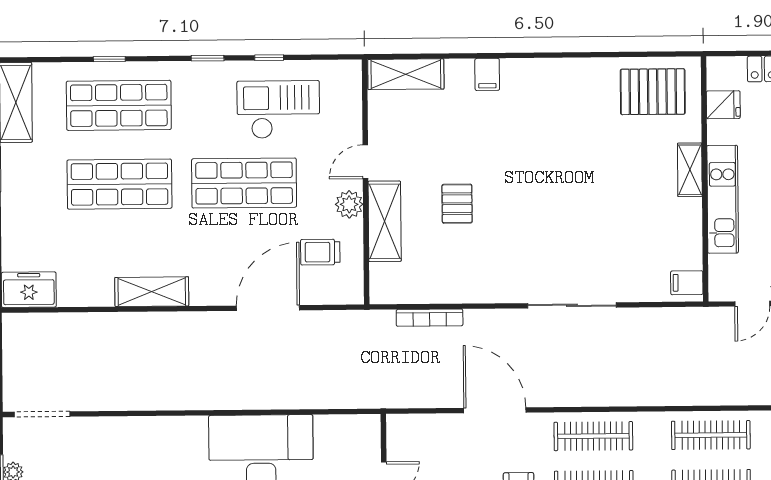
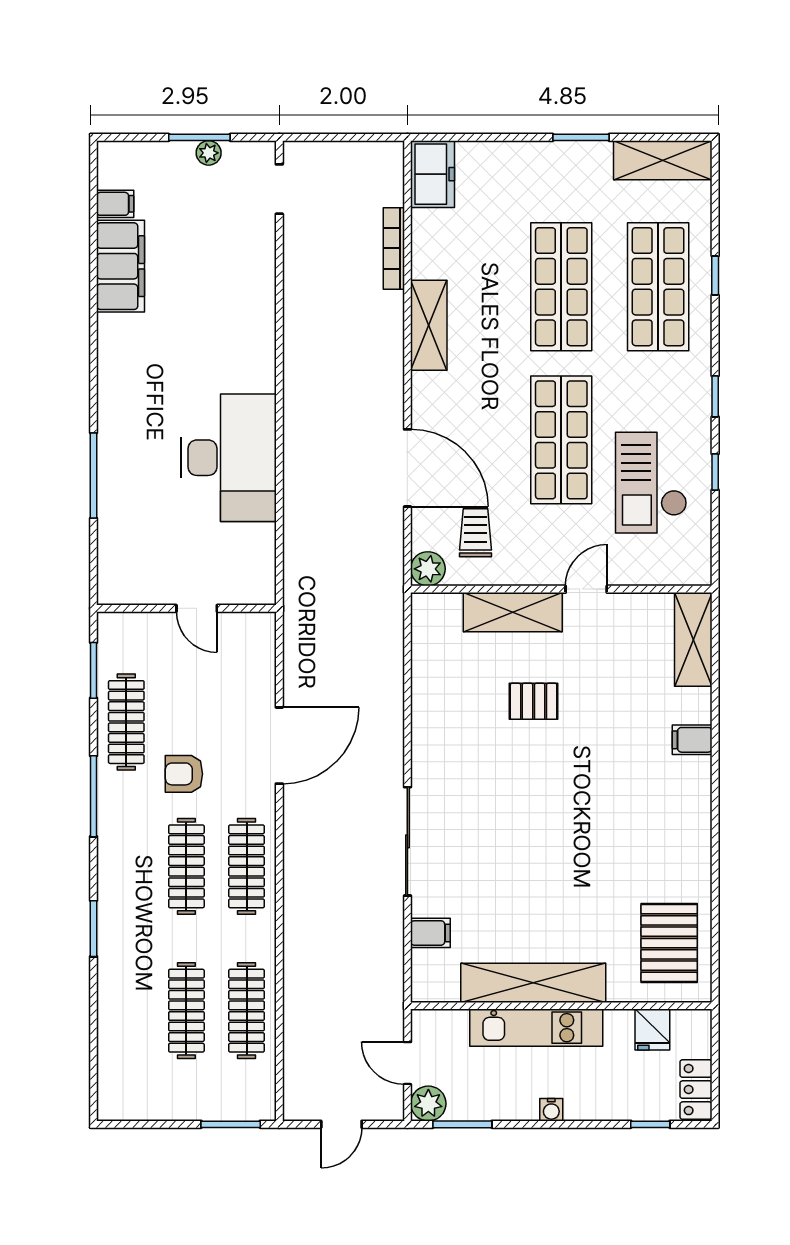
checkout: (278, 110) -> (651, 483), turned 180
door: (365, 162) -> (586, 589), hinge flipped
shelving: (690, 170) -> (533, 983), width x2.20, depth x1.33
plant: (349, 204) -> (428, 569), moved
filing cabinet: (687, 283) -> (430, 933), moved, turned 90
bookcase: (430, 318) -> (394, 248), moved
doorway: (42, 414) -> (279, 189), width x0.73

